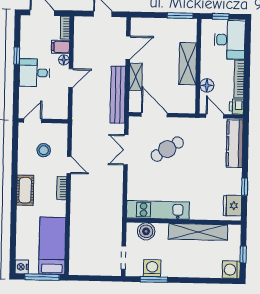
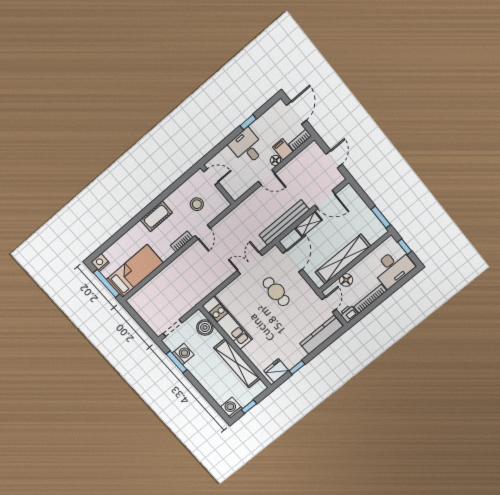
shelving: (188, 64) -> (343, 259), width x1.47
cafe table: (167, 149) -> (276, 292), turned 33

